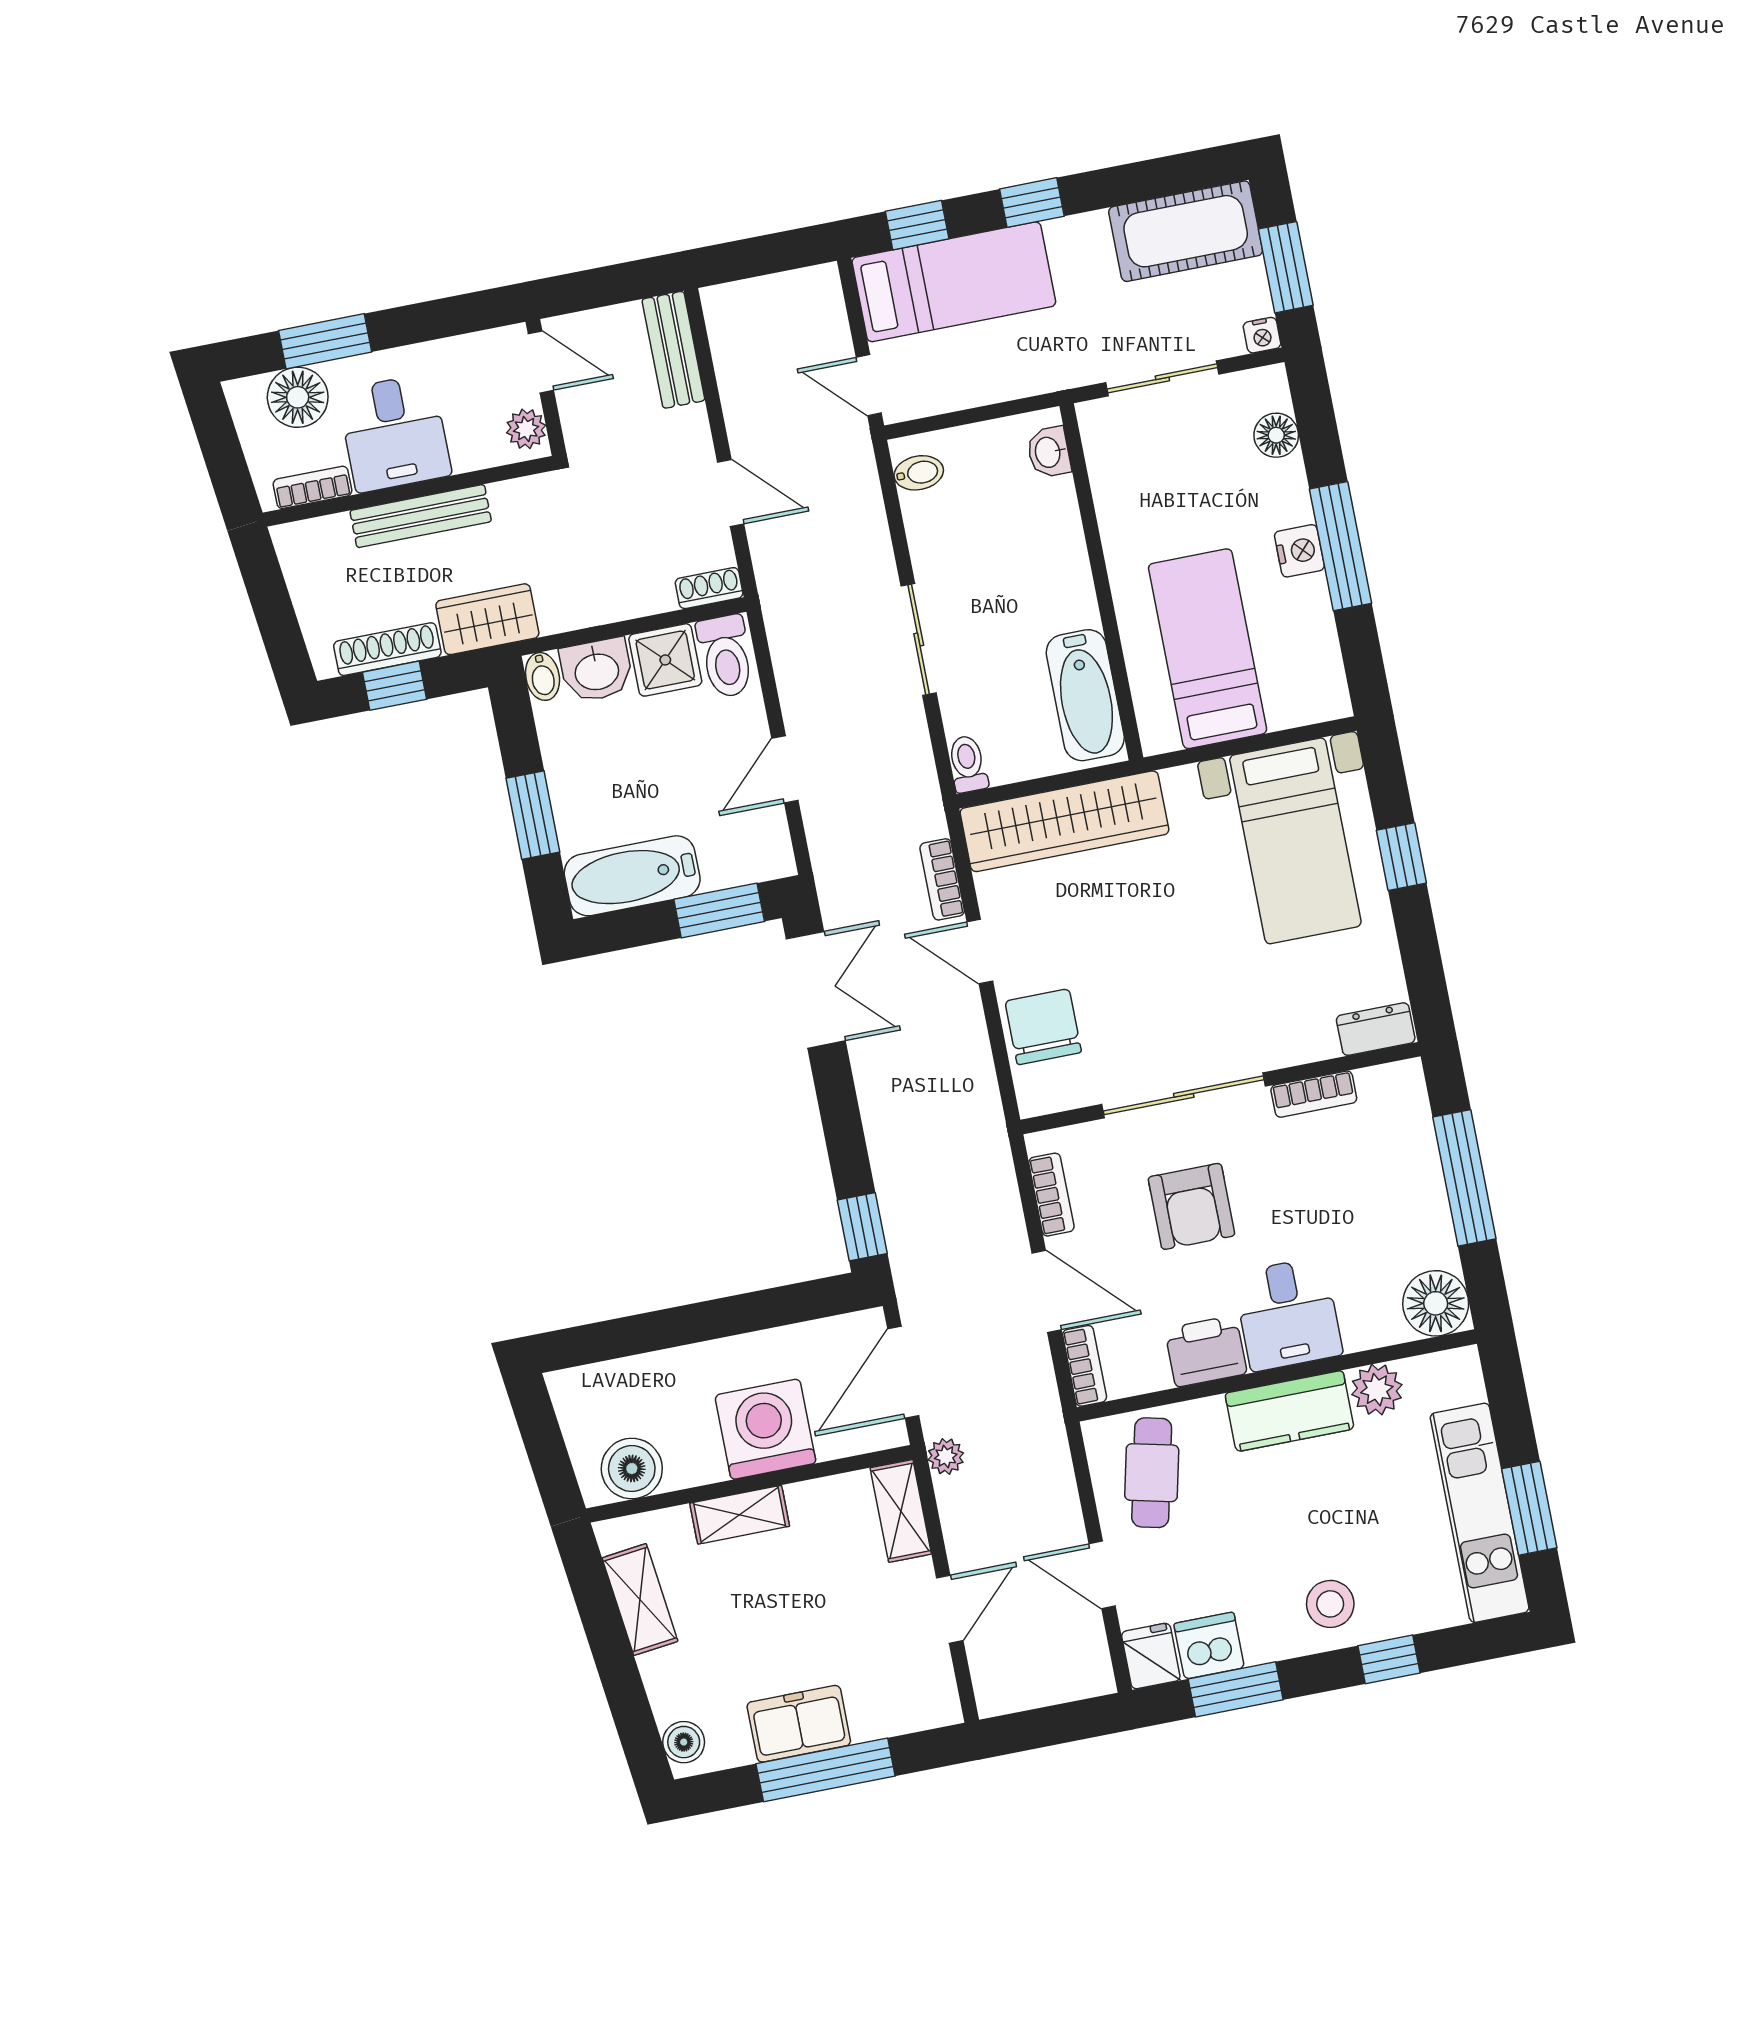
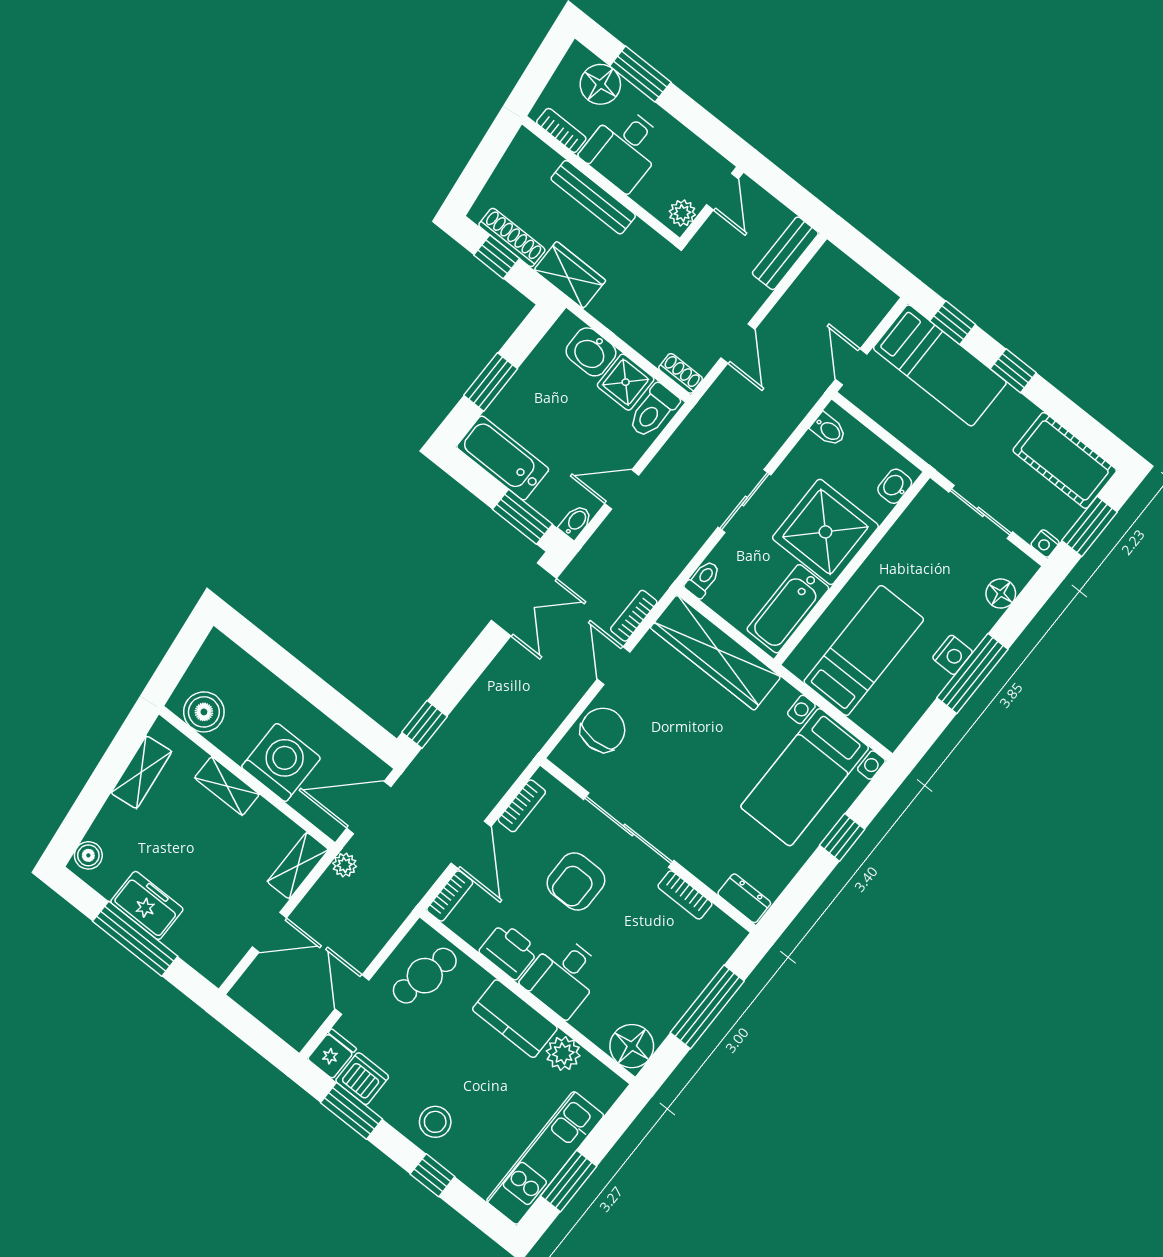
shower: (1033, 577) -> (825, 532), added
bidet: (543, 676) -> (576, 522), moved, turned 180

